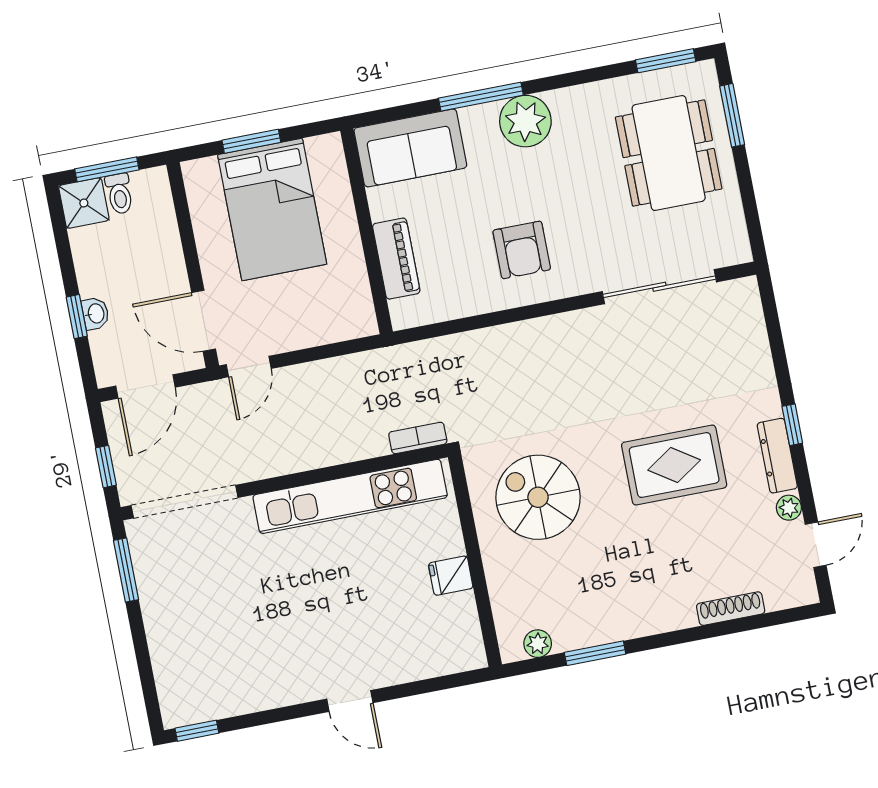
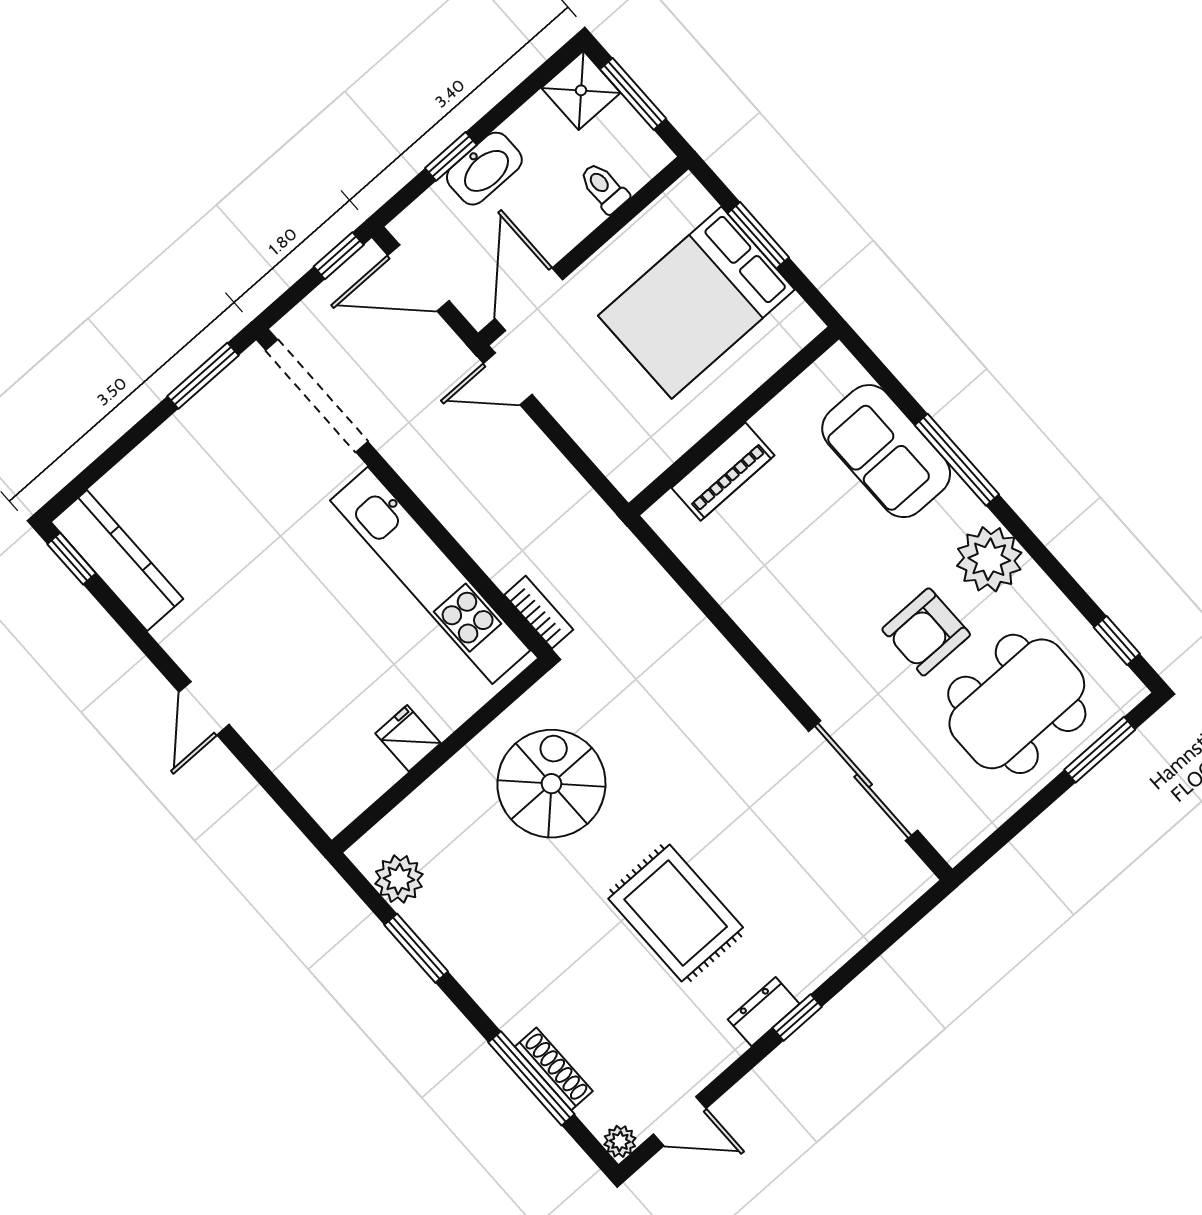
window: (666, 61) -> (1117, 641), width x0.67
plant: (525, 121) -> (989, 559), moved
sofa: (410, 148) -> (886, 451), moved
toilet: (119, 194) -> (604, 188), moved, turned 90
armchair: (522, 250) -> (926, 632), moved
washbasin: (95, 314) -> (484, 169), width x1.91, depth x1.45
dresser: (777, 456) -> (764, 1012), width x0.70
window: (106, 467) -> (339, 256), moved
plant: (789, 508) -> (620, 1141), moved
window: (728, 627) -> (531, 1078), added
plant: (538, 644) -> (399, 879), width x1.38, depth x1.38
kitchen counter: (216, 701) -> (117, 560), added

